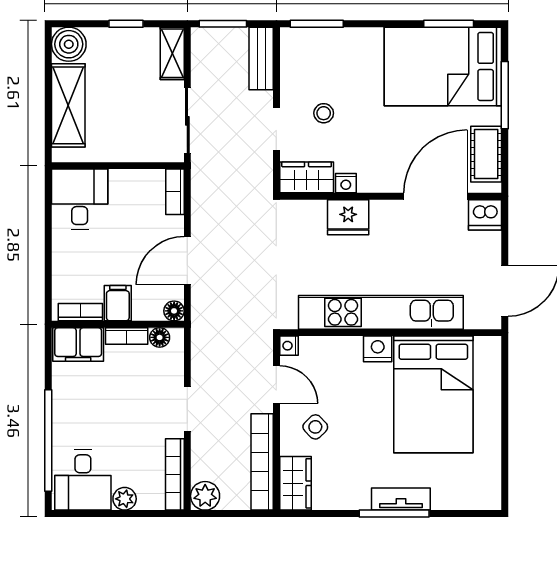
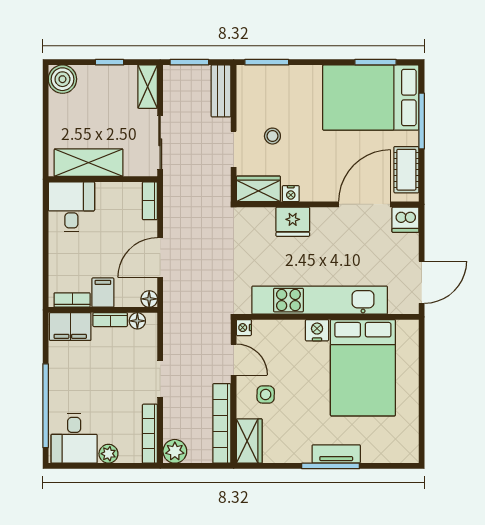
shelving: (68, 105) -> (89, 163), moved, turned 90
side table: (315, 427) -> (266, 395), turned 45

